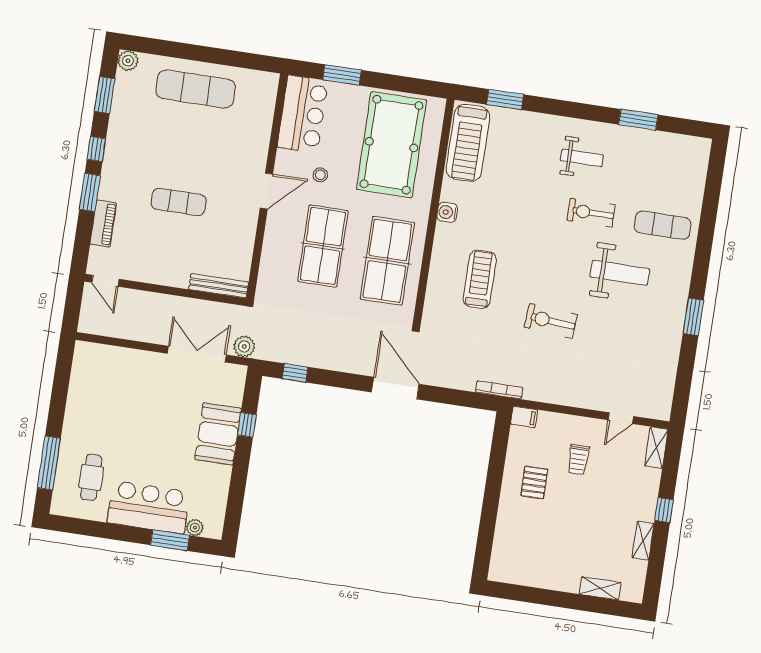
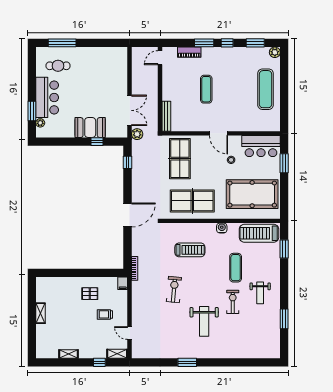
exercise mat: (663, 225) -> (236, 268), moved
table tennis table: (323, 246) -> (180, 159), moved, turned 90
window: (664, 510) -> (99, 362), moved
shelving: (600, 588) -> (41, 313), moved

